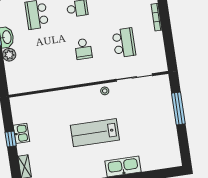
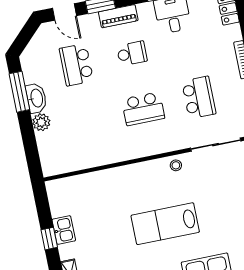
school desk: (83, 49) -> (143, 109), width x1.85

